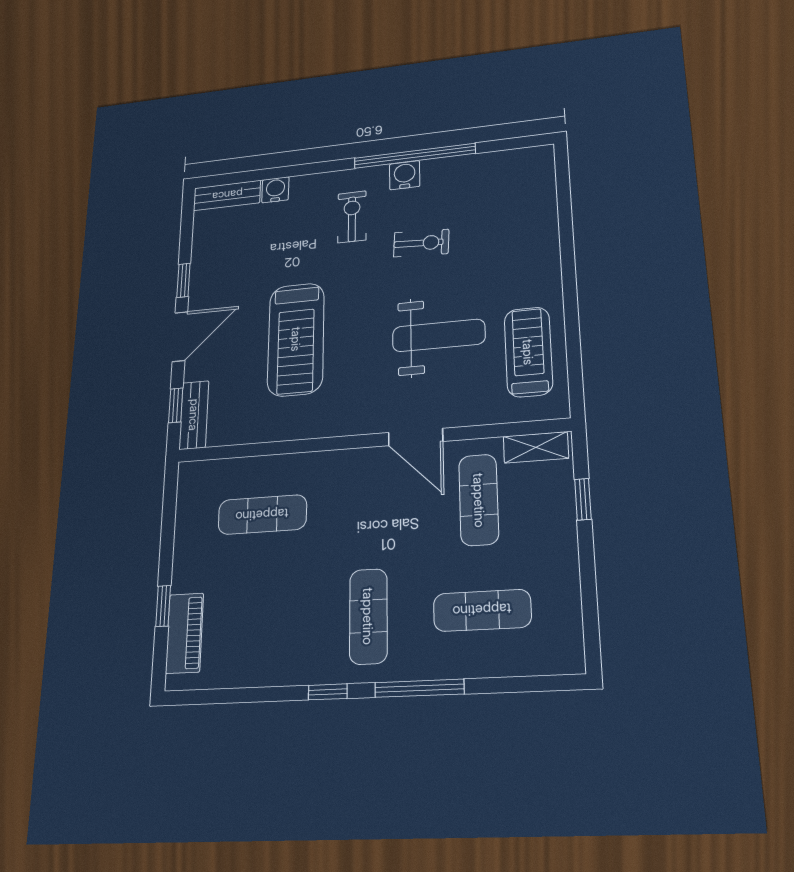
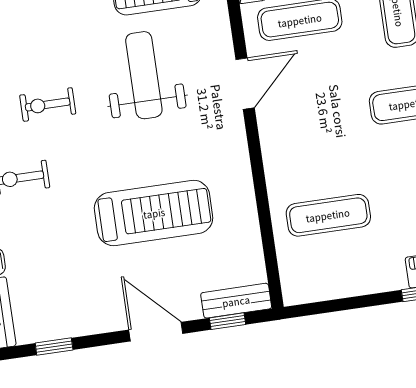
exercise bike: (421, 243) -> (48, 104), turned -93
window: (183, 280) -> (54, 346), moved
exercise mat: (262, 515) -> (328, 215), turned 90

